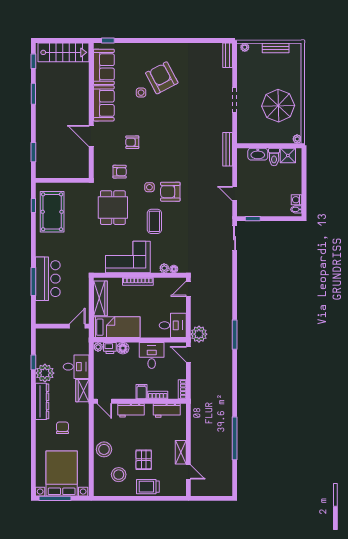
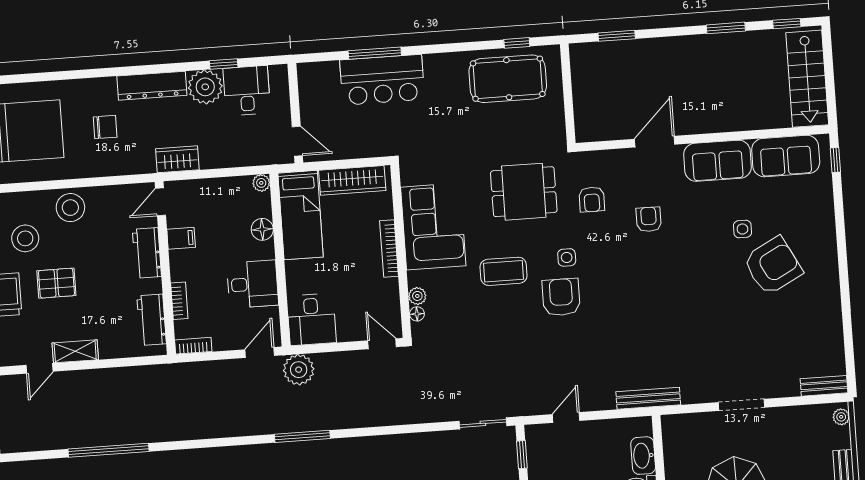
printer: (110, 348) -> (261, 205), removed
desk: (76, 367) -> (247, 91), moved, turned 180
filing cabinet: (142, 392) -> (181, 238), moved

